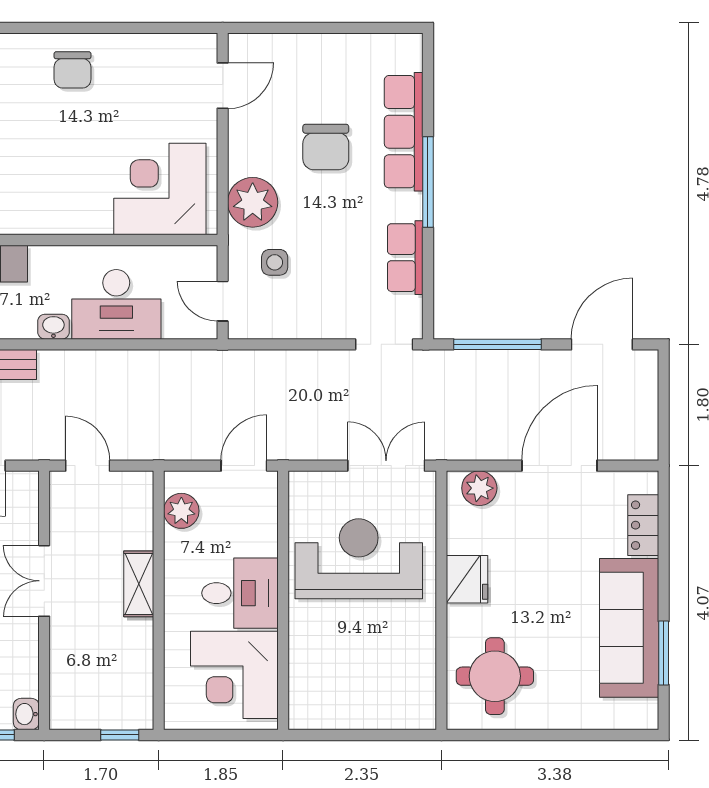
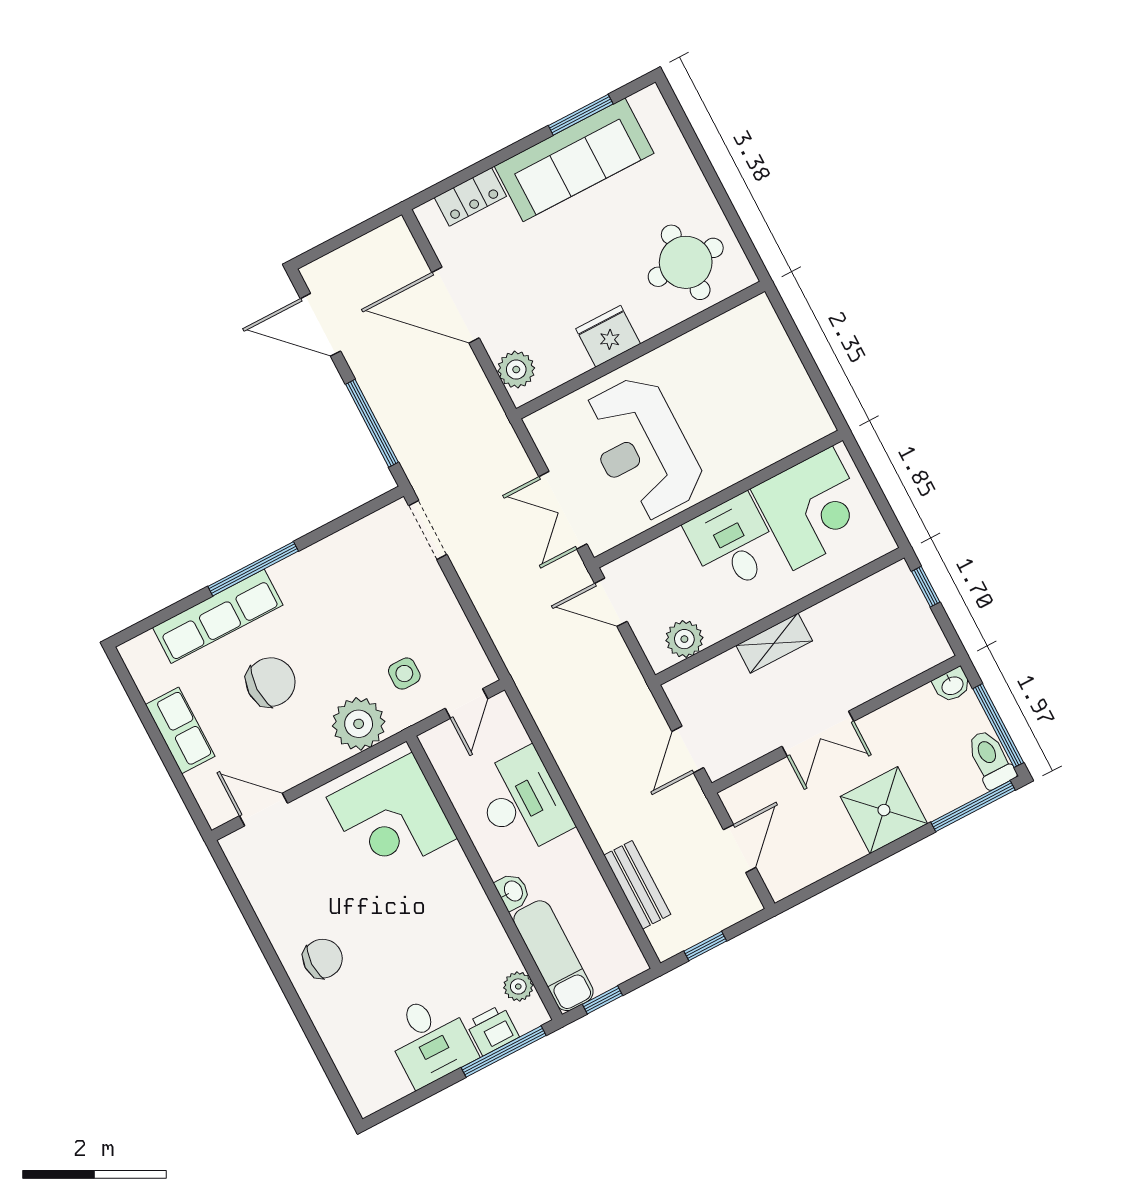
row of seats: (405, 258) -> (180, 730), moved, turned -90
washbasin: (53, 327) -> (513, 891), moved, turned 180
double door: (386, 466) -> (563, 510), moved

